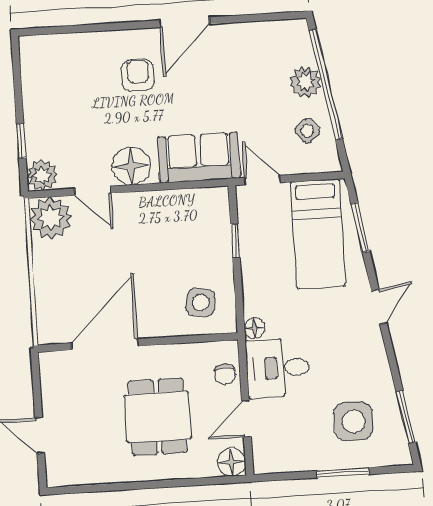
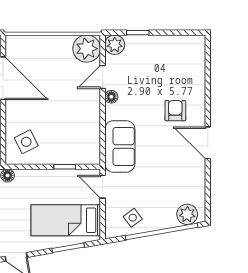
armchair: (138, 75) -> (175, 111), turned -90
plant: (305, 82) -> (187, 214), moved
floor lamp: (131, 166) -> (111, 97), width x0.53, depth x0.53
door: (262, 180) -> (103, 187), swing flipped
side table: (201, 302) -> (26, 142), turned -37

